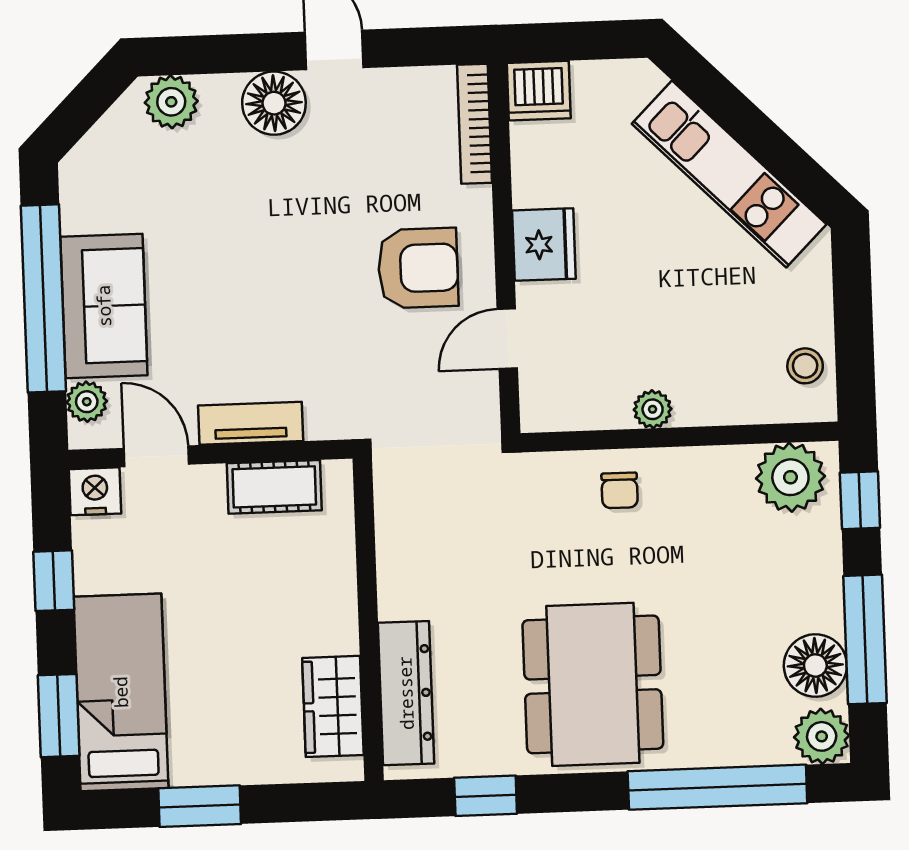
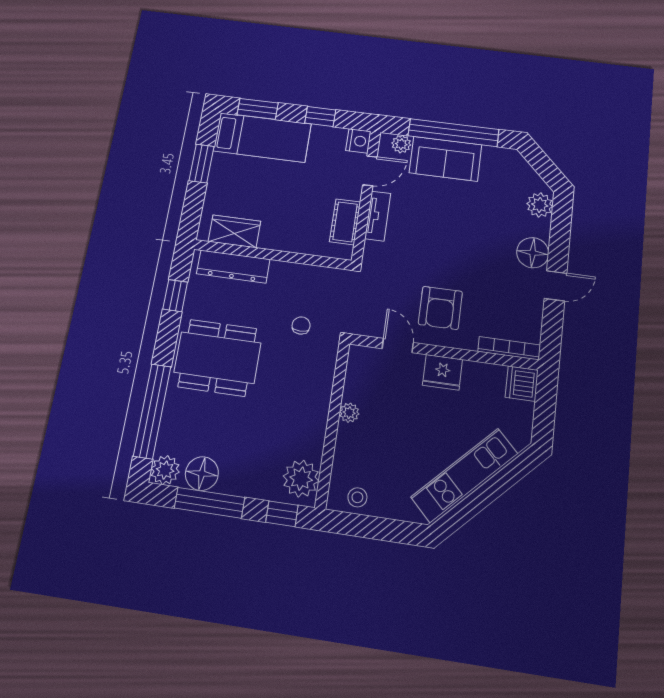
chair: (620, 490) -> (301, 325), moved, turned 90

